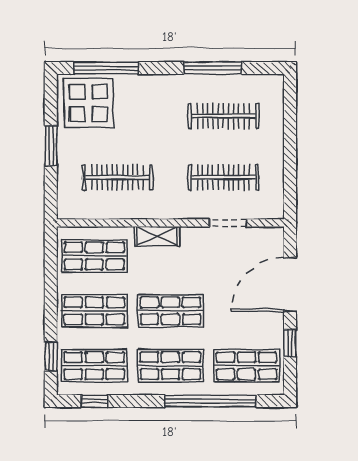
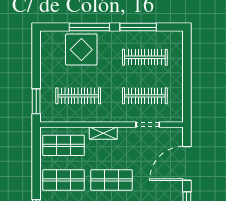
window: (106, 68) -> (89, 27), moved
display table: (88, 103) -> (81, 50), moved
window: (51, 146) -> (36, 101), moved

